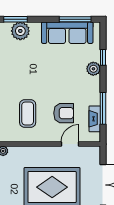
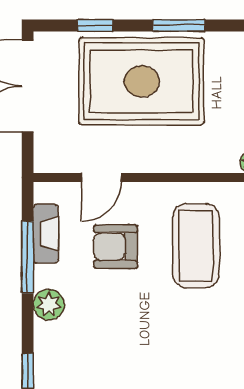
plant: (93, 69) -> (49, 305), moved
coffee table: (28, 113) -> (196, 246), width x1.36, depth x1.32

